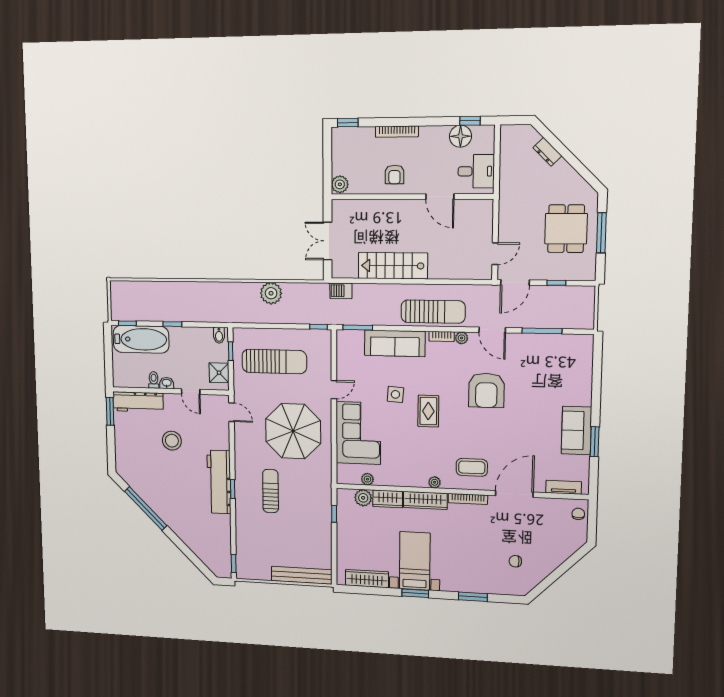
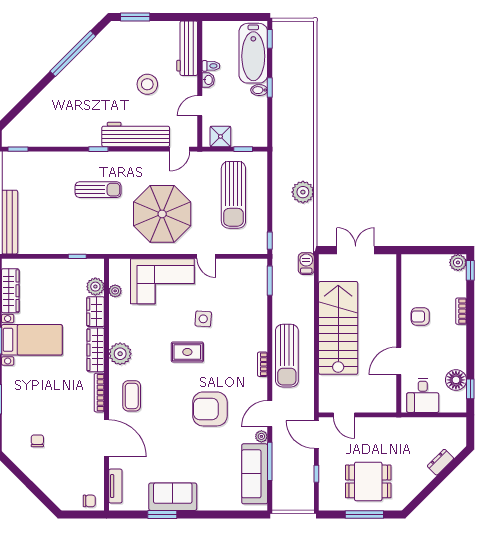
bookcase: (397, 132) -> (461, 311), width x0.64
plant: (340, 184) -> (458, 262), moved
stairs: (393, 266) -> (338, 328), width x1.36, depth x1.51
bidet: (219, 335) -> (259, 90), moved
plant: (462, 338) -> (261, 436), moved
sofa: (395, 343) -> (255, 474), moved
window: (110, 411) -> (135, 17), moved
workbench: (219, 482) -> (136, 134), moved
plant: (435, 482) -> (120, 354), width x1.88, depth x1.88

